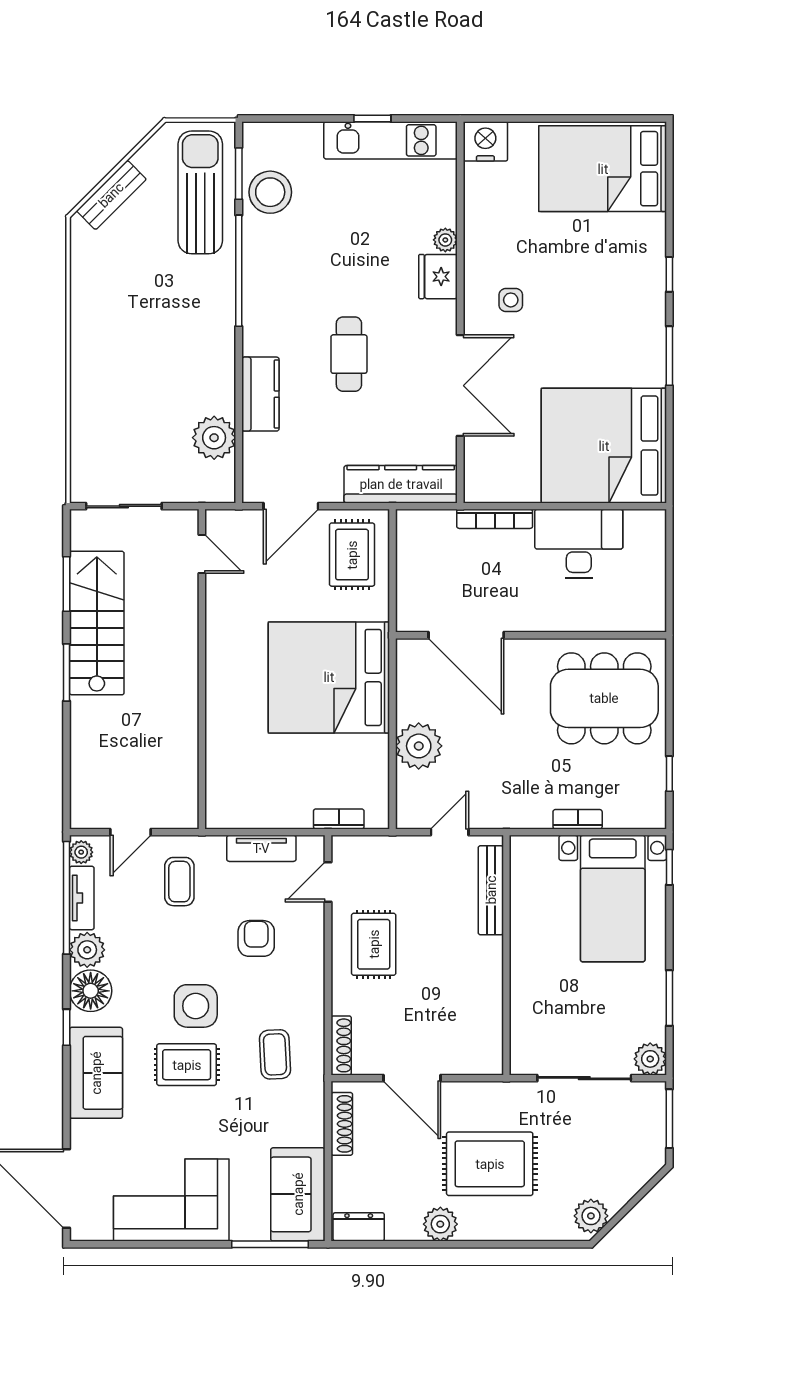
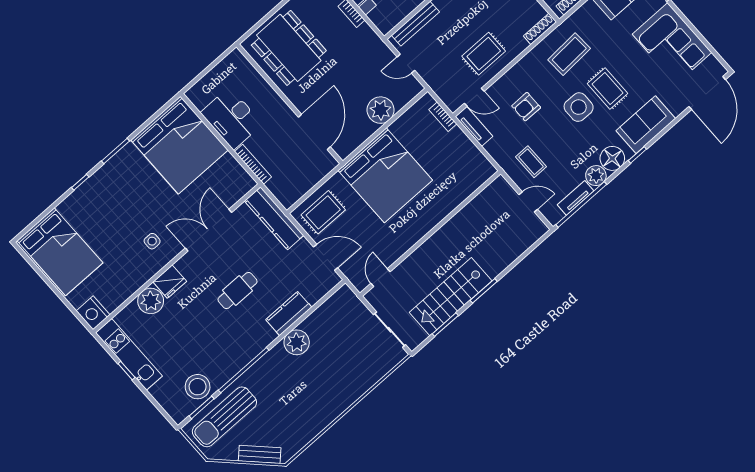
plant: (445, 240) -> (151, 301), width x1.88, depth x1.88
plant: (214, 438) -> (297, 342), moved
tv unit: (261, 848) -> (474, 126), moved
plant: (81, 852) -> (556, 216), removed
coffee table: (179, 882) -> (531, 162), turned 90
coffee table: (275, 1054) -> (569, 54), width x1.36, depth x1.30

